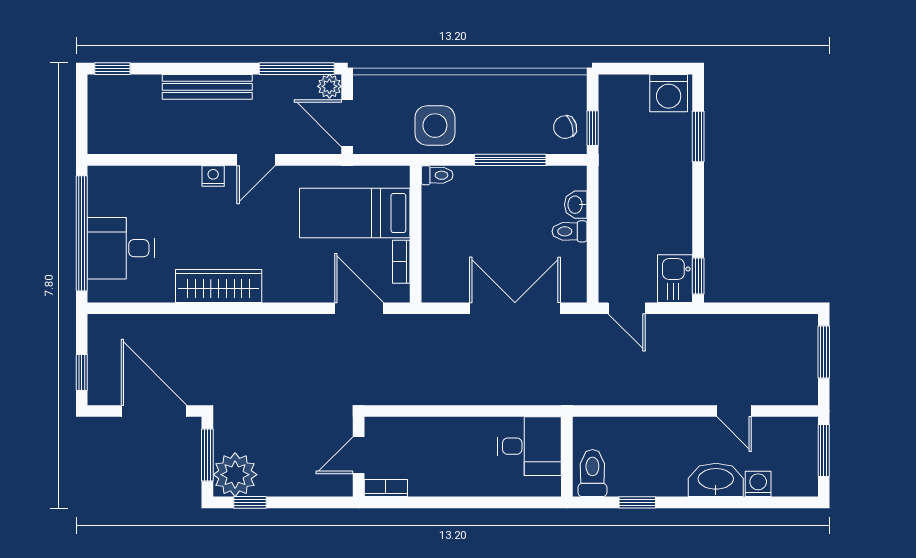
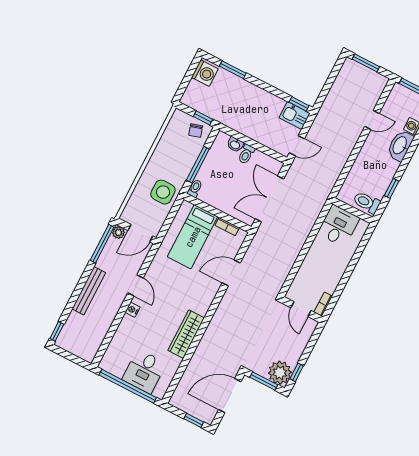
toilet: (437, 175) -> (195, 188), moved
bed: (355, 213) -> (193, 237), moved
wall: (416, 234) -> (218, 213), moved
bookcase: (401, 262) -> (227, 227), moved

